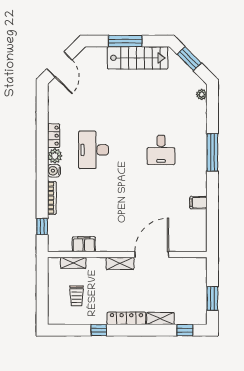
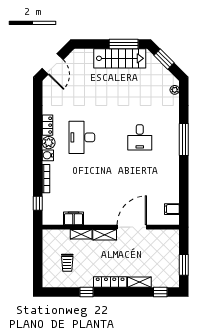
window: (125, 41) -> (124, 44), moved
filing cabinet: (198, 203) -> (172, 209), moved
shelving: (73, 263) -> (81, 234), moved

